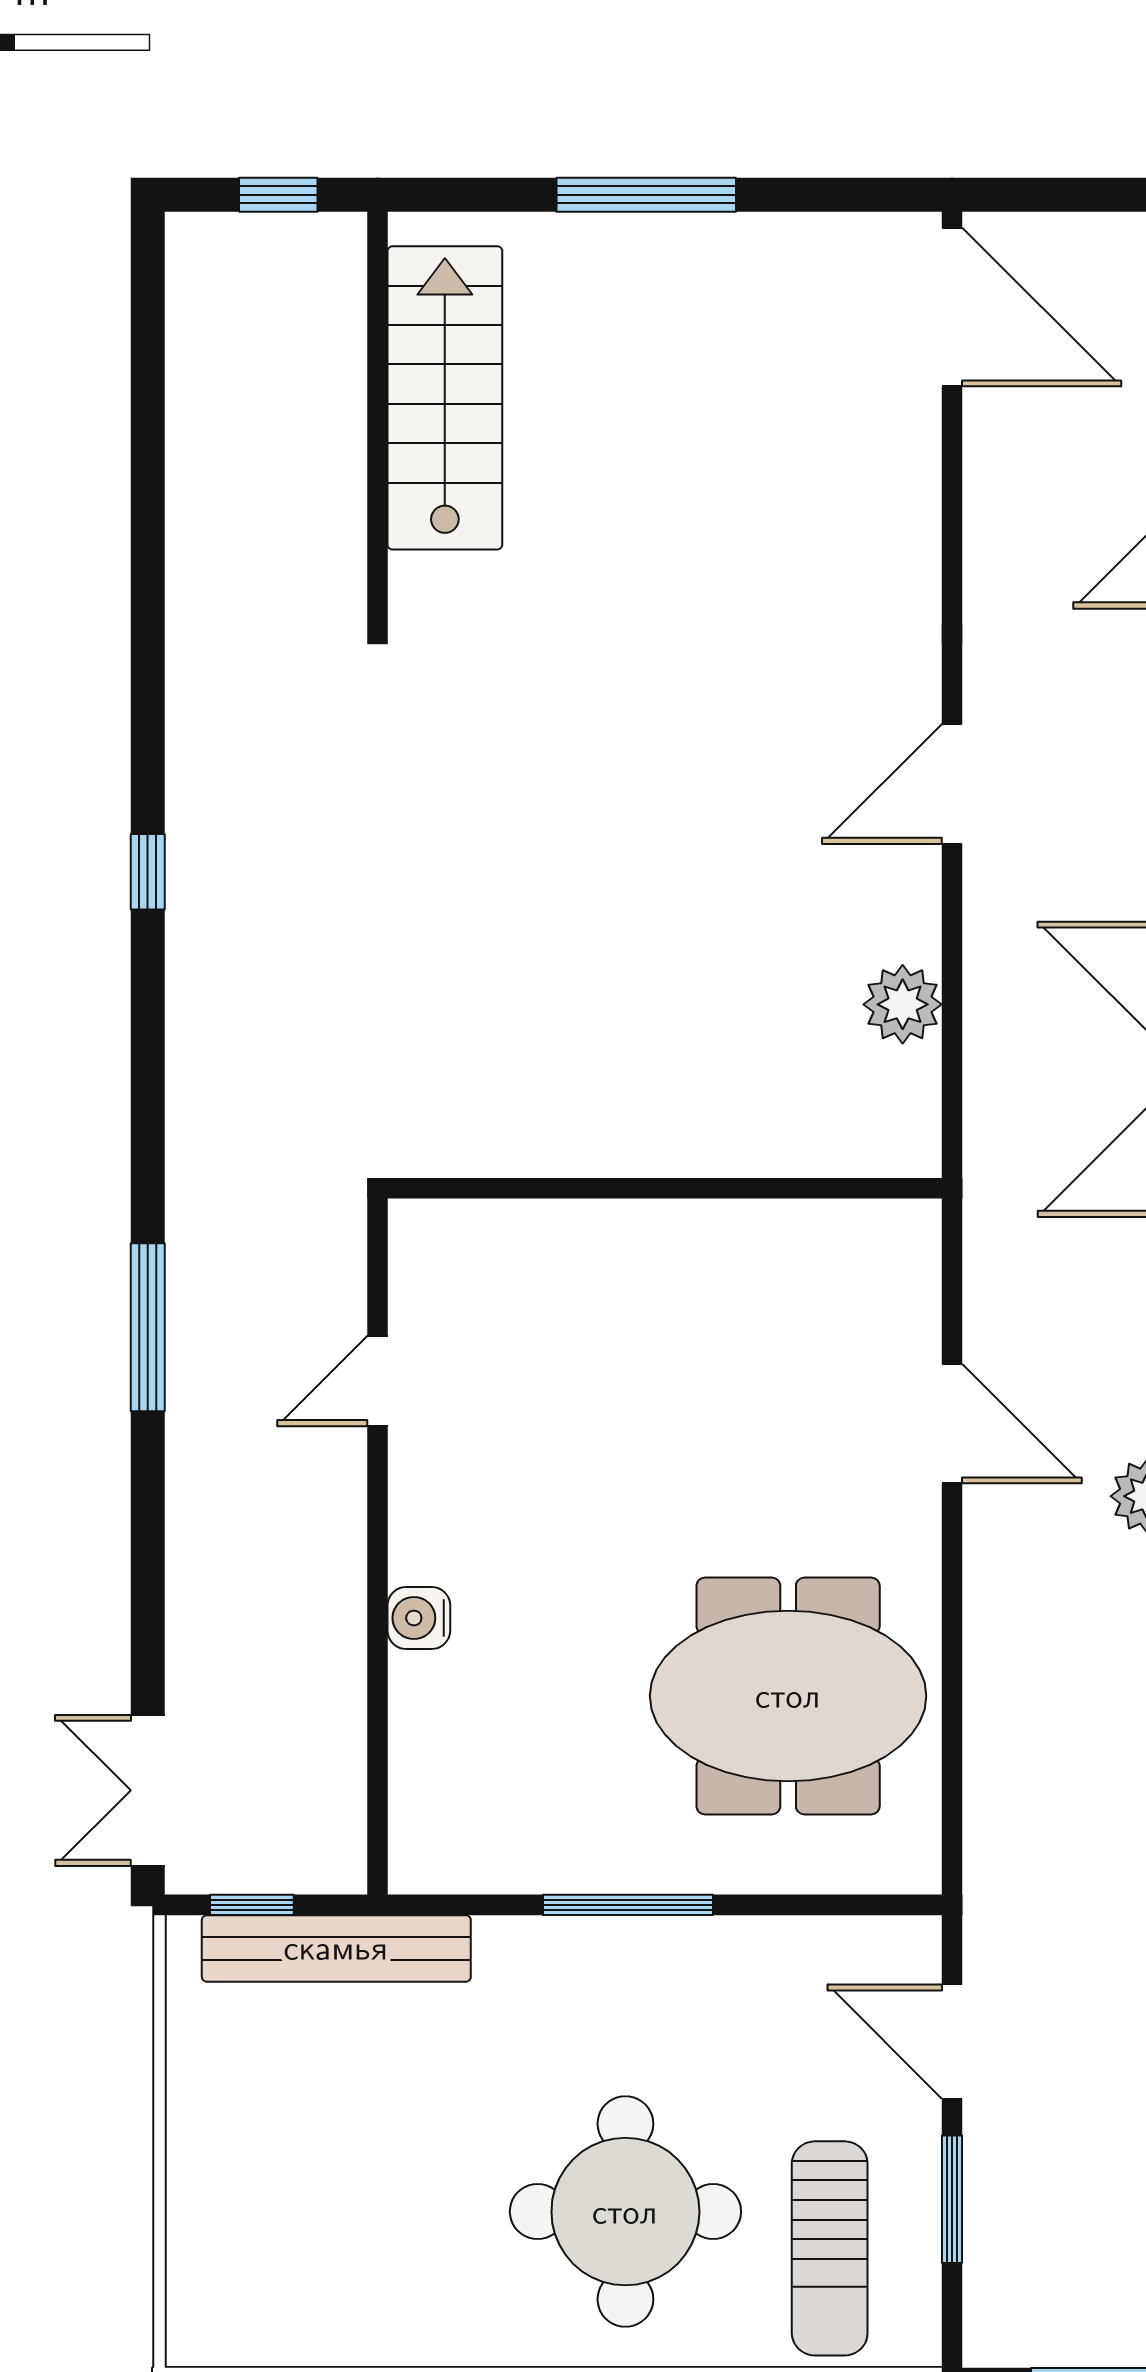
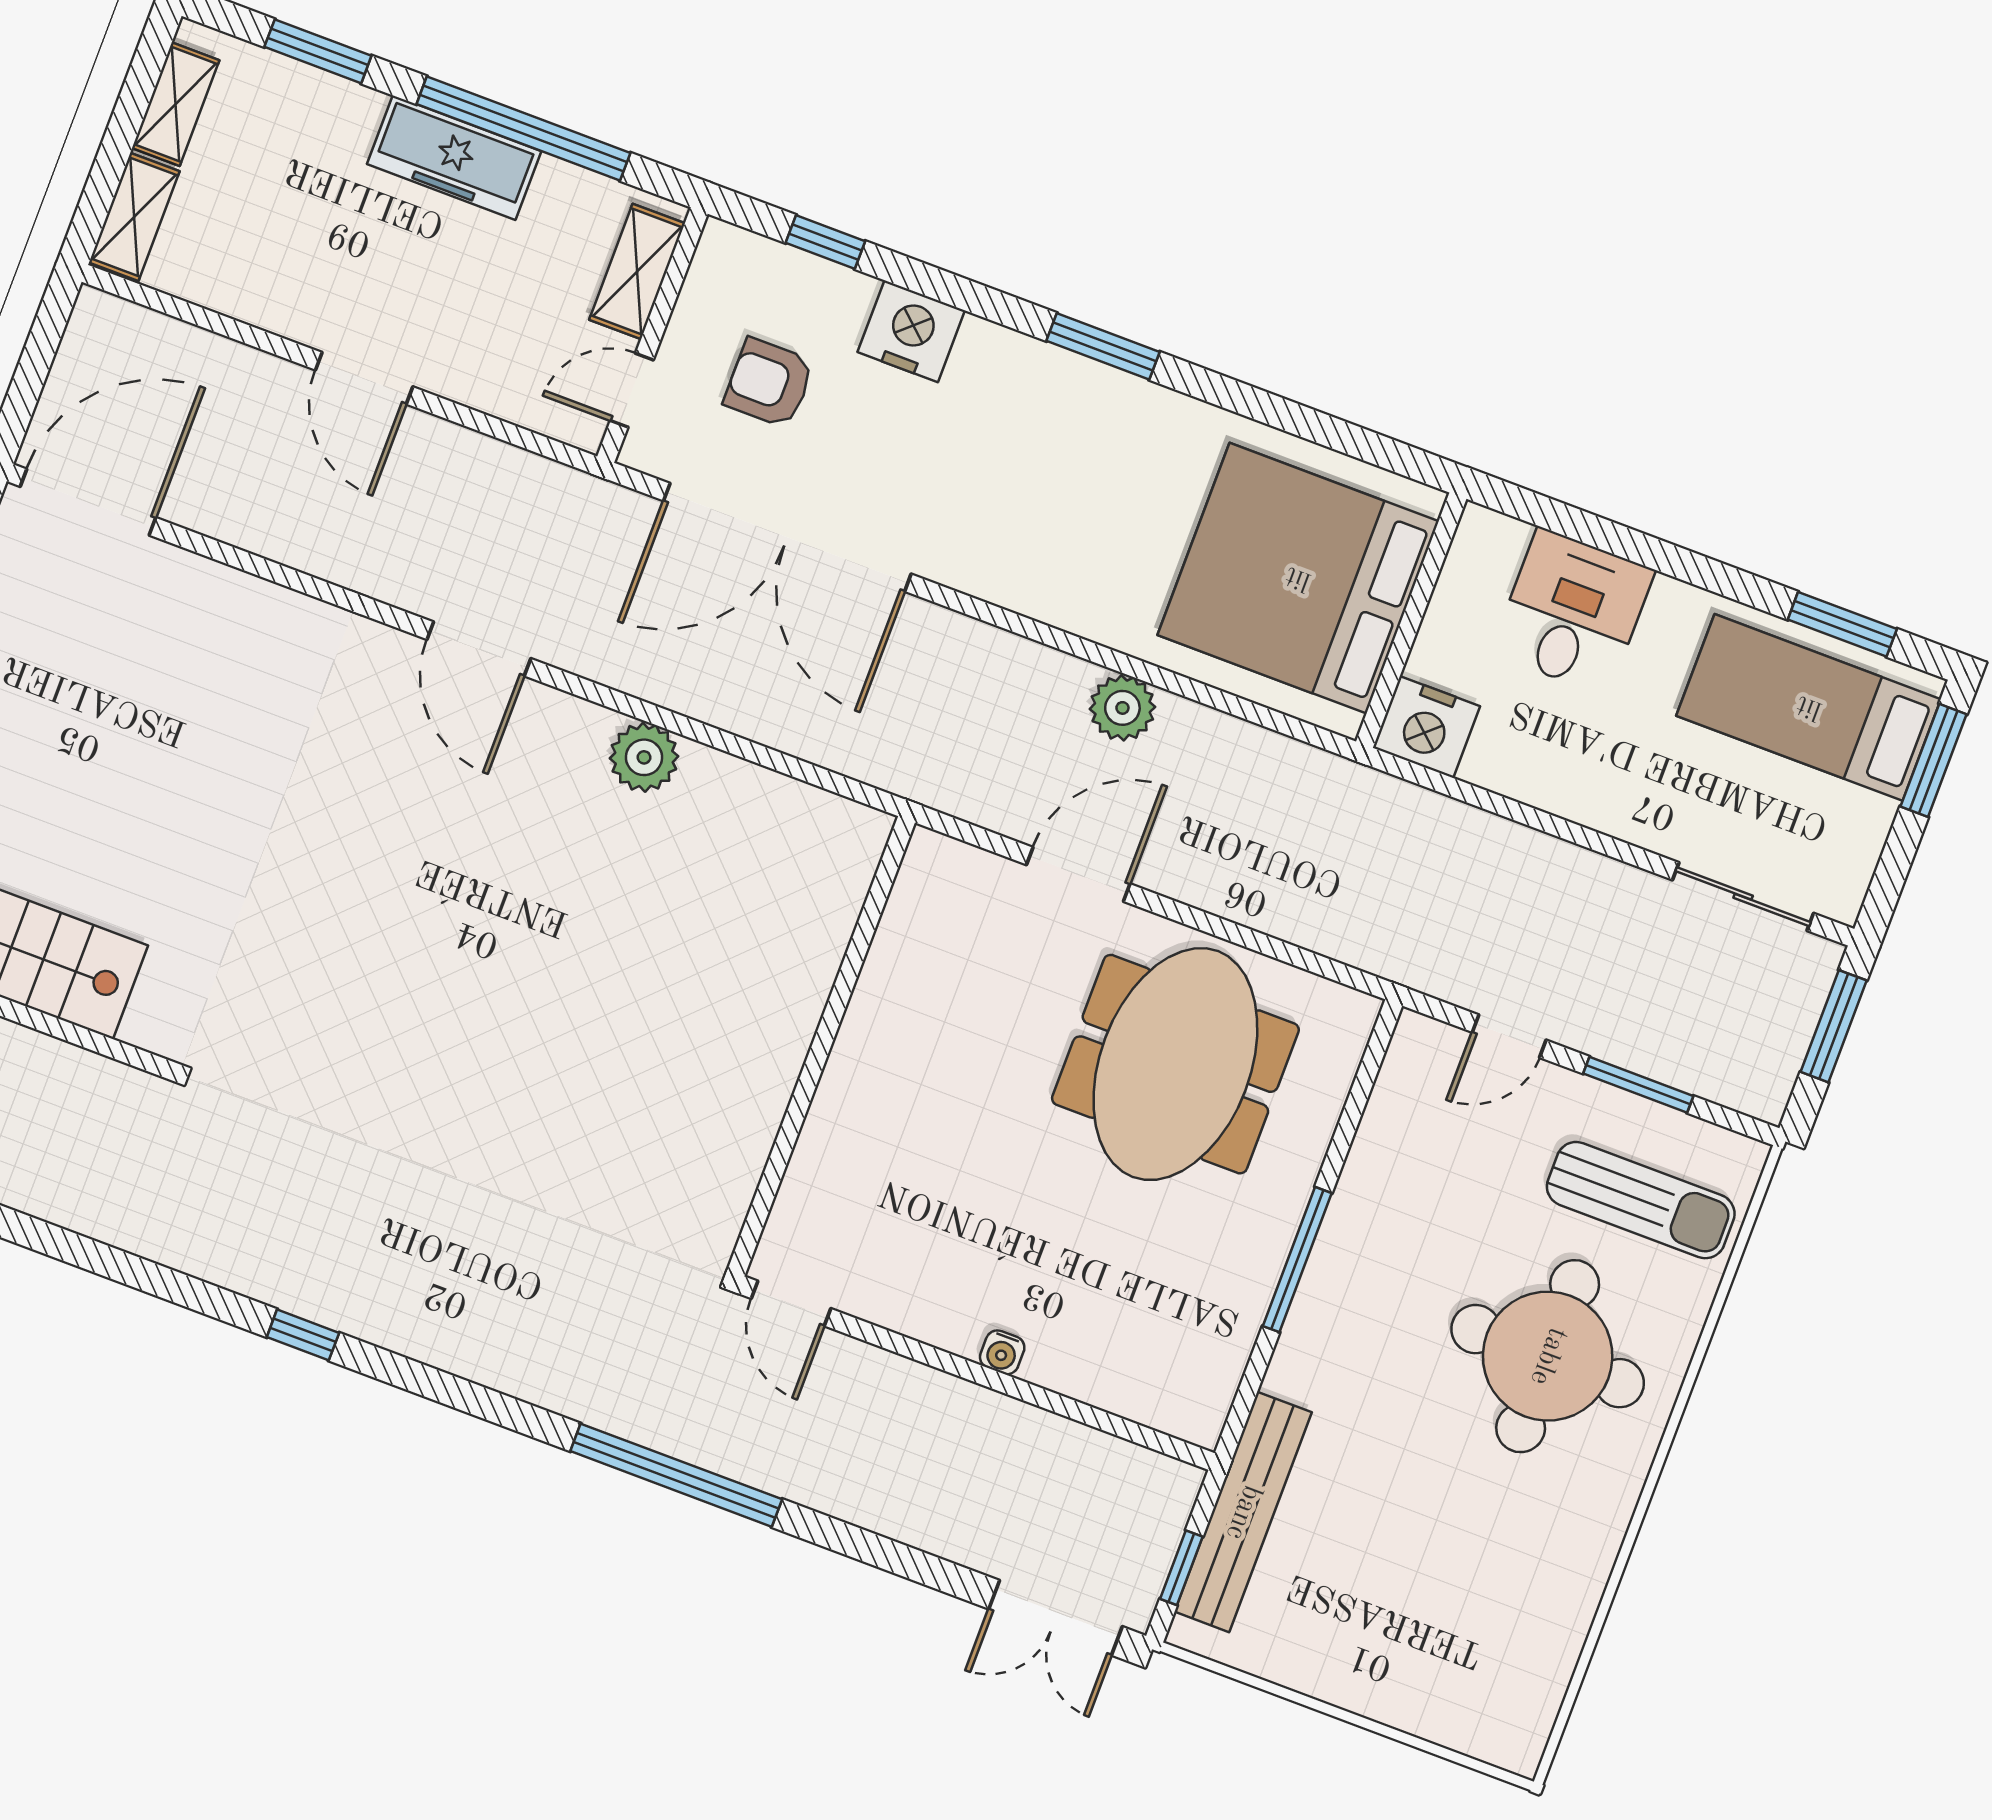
wall: (665, 1188) -> (821, 1046), moved
window: (148, 1327) -> (676, 1475), width x1.46
door: (952, 1424) -> (1078, 874), moved
water cooler: (419, 1618) -> (1002, 1352), width x0.72, depth x0.72
door: (952, 2042) -> (1509, 1036), width x0.73

